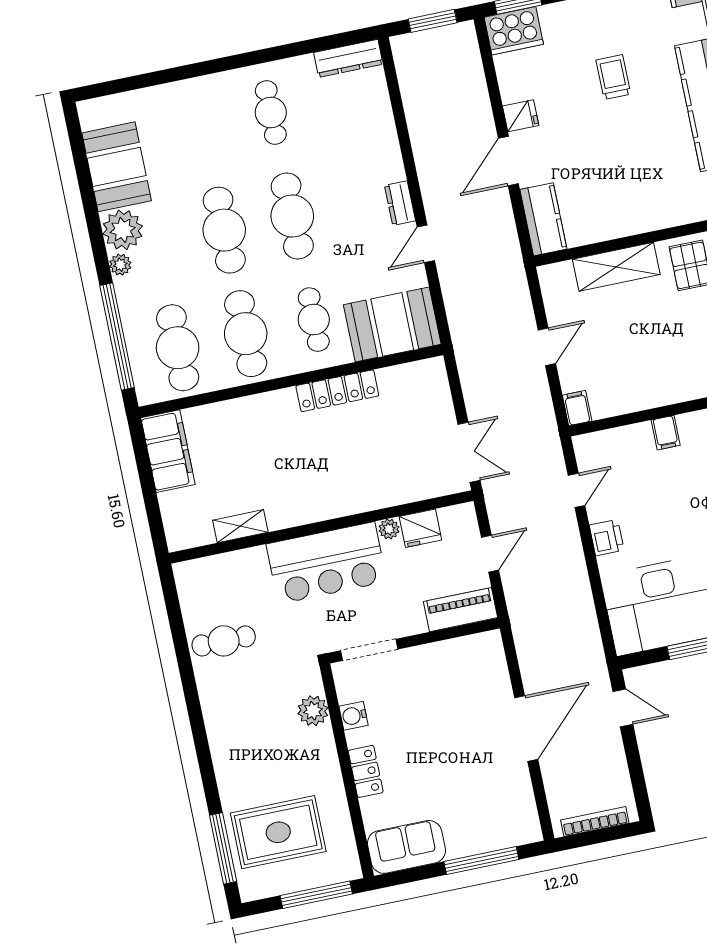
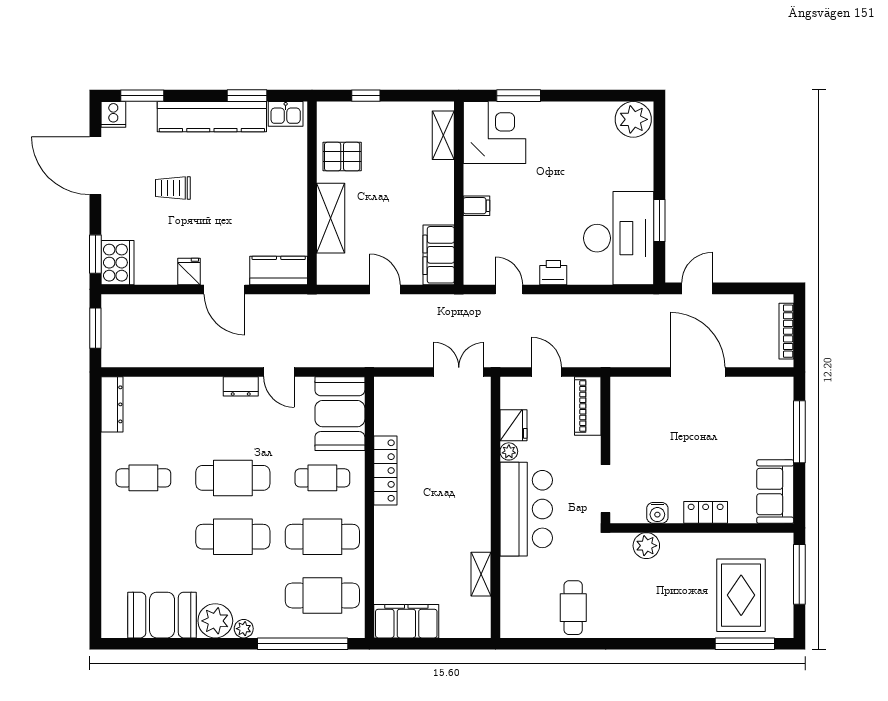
filing cabinet: (577, 408) -> (439, 255), width x3.00, depth x1.17

